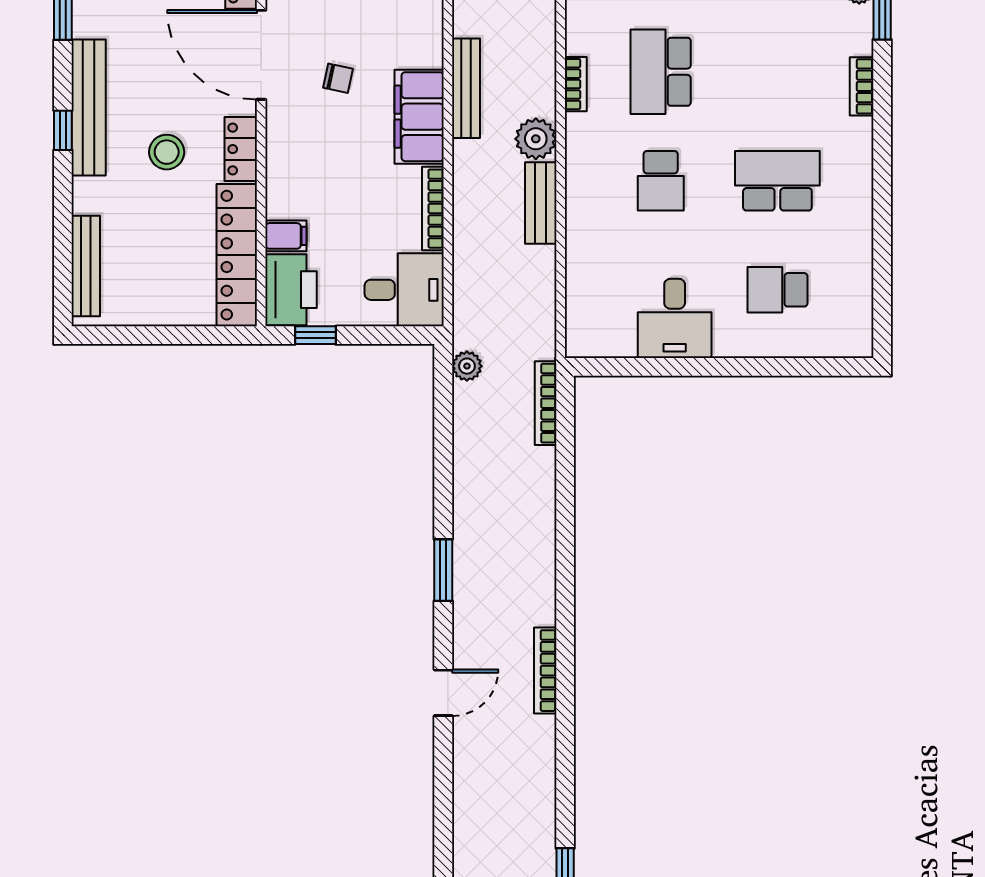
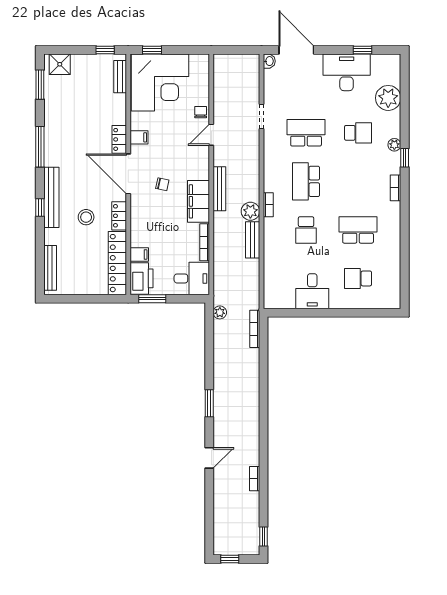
bookcase: (576, 84) -> (268, 205), moved
window: (315, 335) -> (152, 299), width x1.50
bookcase: (545, 671) -> (255, 479), moved, width x0.64

